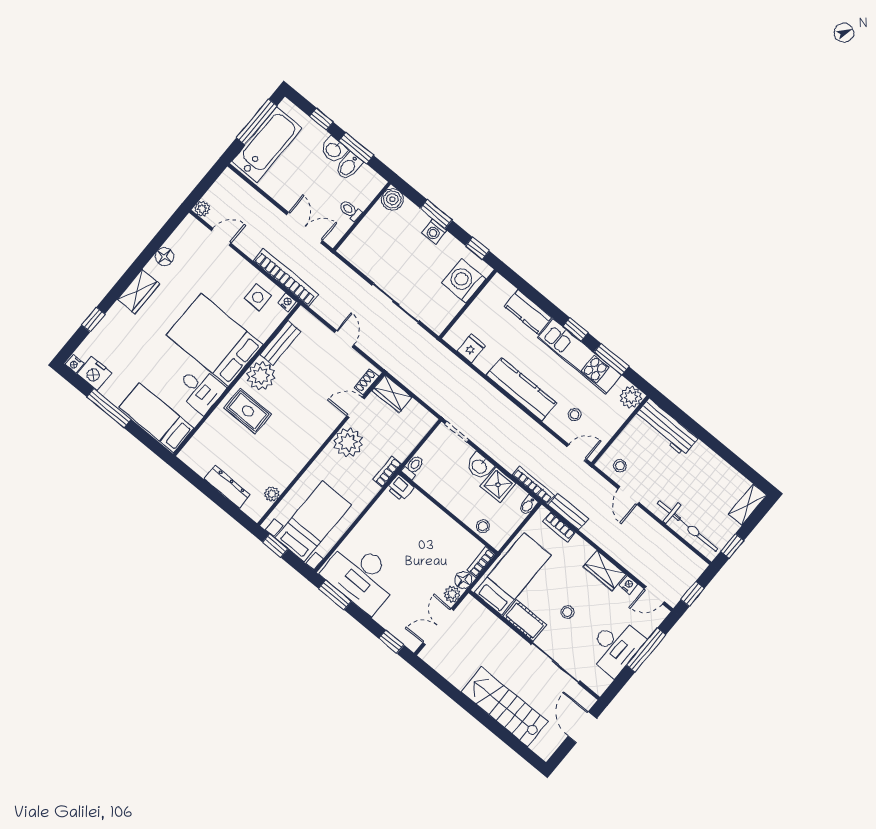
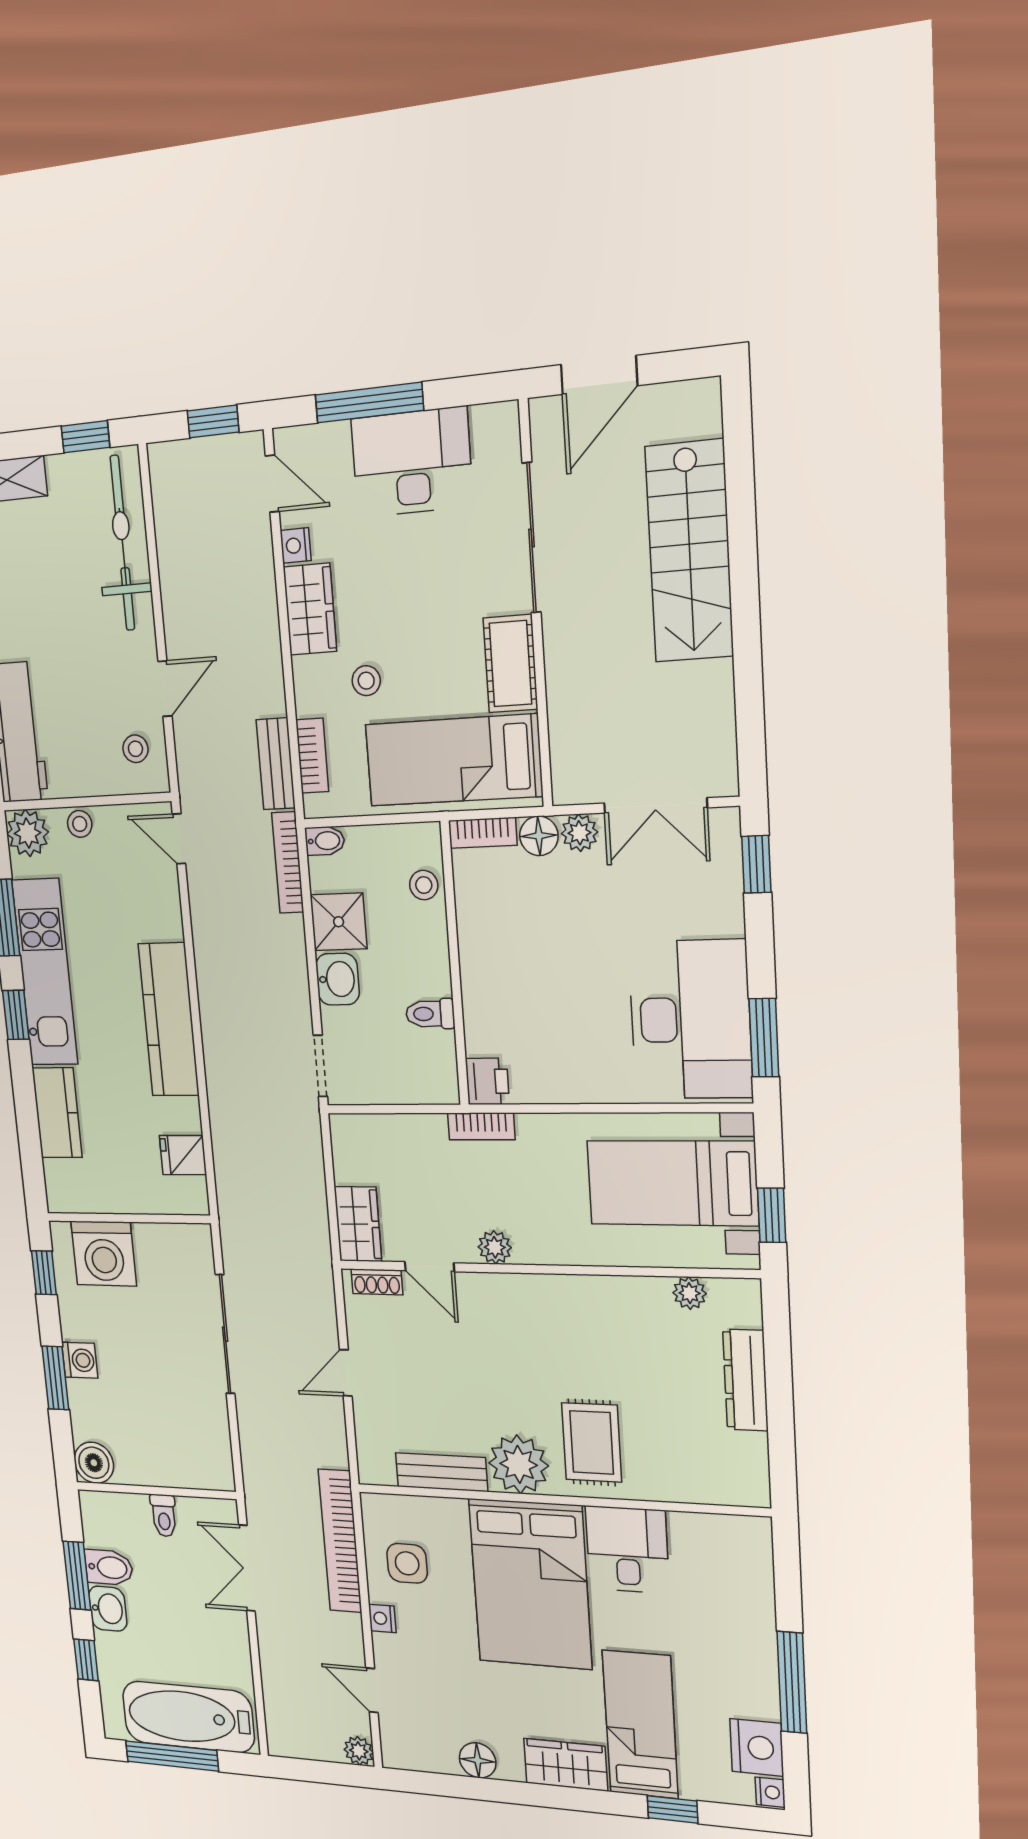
nightstand: (287, 302) -> (382, 1618), moved
stool: (575, 415) -> (80, 824), moved
bed: (157, 418) -> (640, 1724), moved, turned 180
plant: (348, 442) -> (495, 1247), width x0.53, depth x0.53
toilet: (413, 467) -> (430, 1014), moved
stool: (567, 612) -> (366, 681), moved

